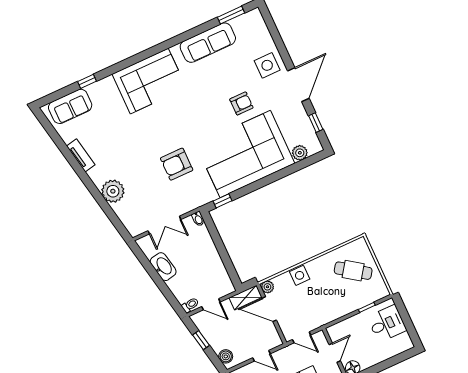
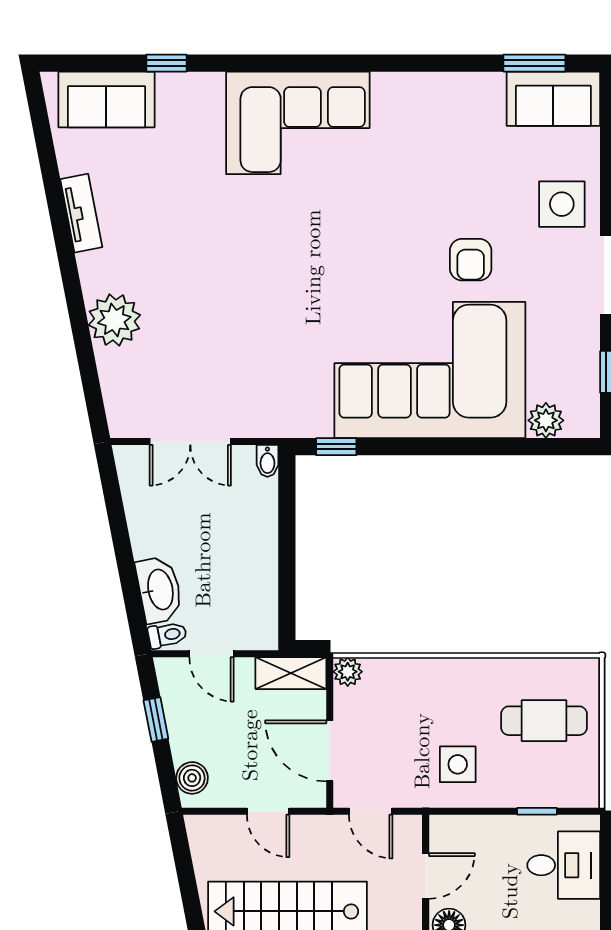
sofa: (208, 43) -> (553, 99), moved, width x0.73
armchair: (241, 103) -> (471, 260), turned 90
armchair: (177, 164) -> (275, 325), removed
washbasin: (163, 267) -> (159, 590), moved
cafe table: (353, 271) -> (544, 721), turned -35
side table: (300, 275) -> (458, 764), moved
door: (269, 309) -> (330, 751), moved

